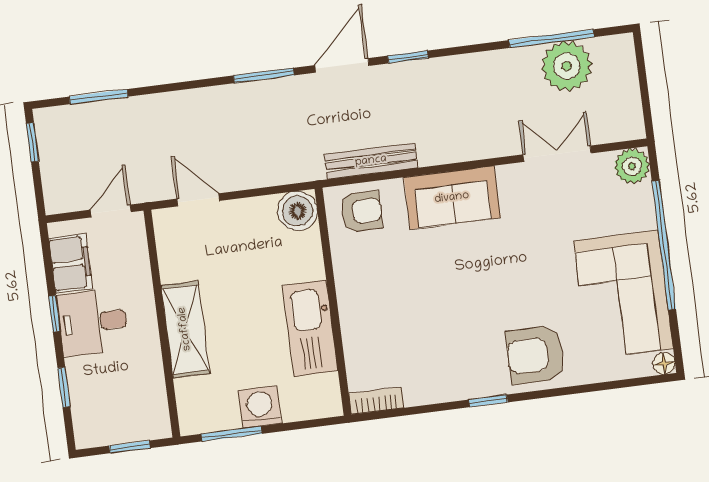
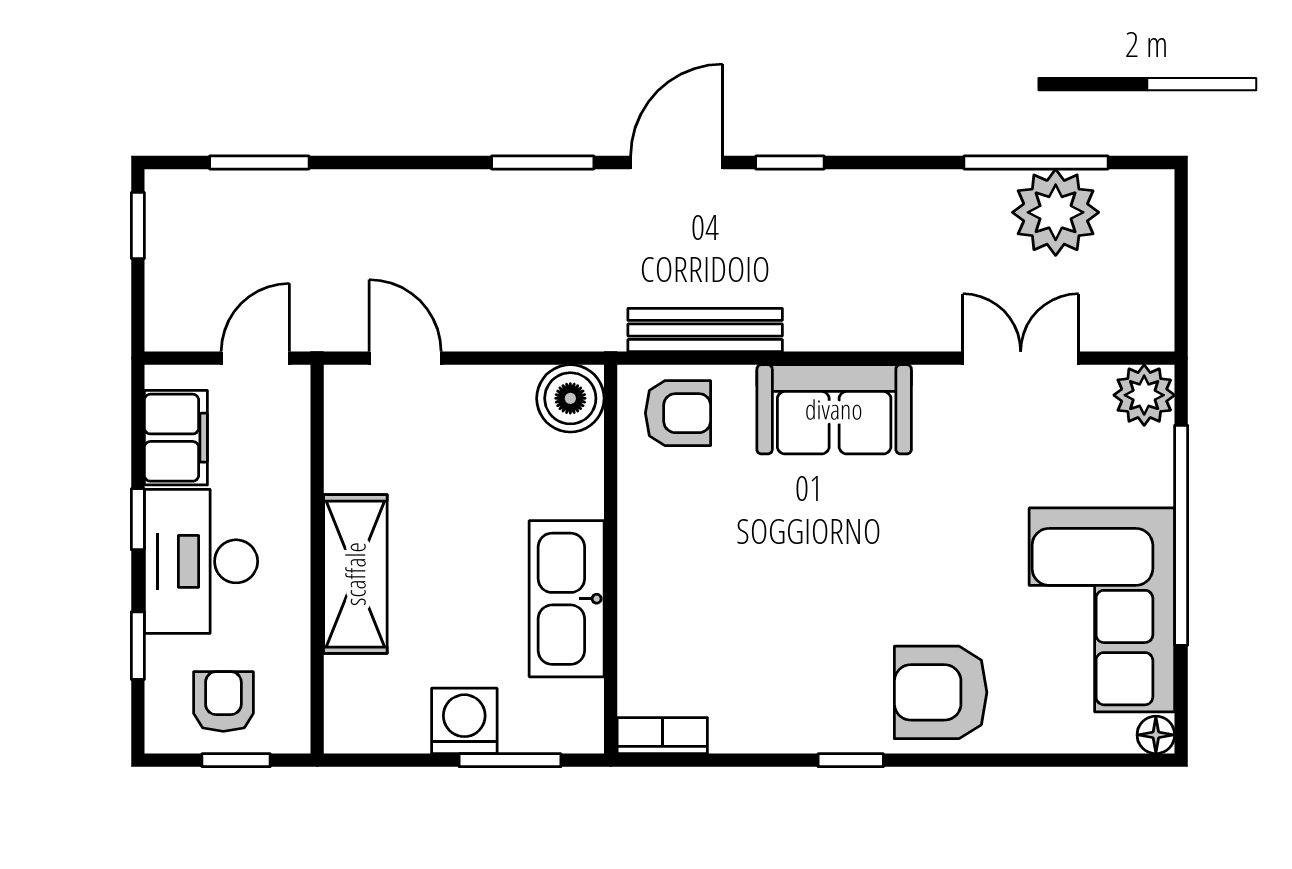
desk: (93, 322) -> (201, 561), width x1.37
armchair: (118, 414) -> (223, 702), added
window: (231, 434) -> (510, 760), moved

